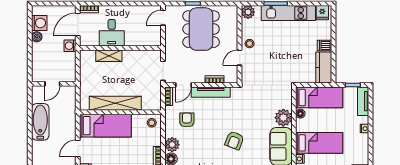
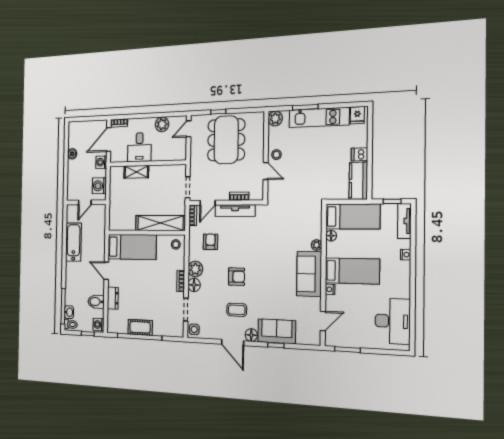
plant: (135, 12) -> (162, 124), added
washing machine: (39, 23) -> (99, 186), moved, turned 180
door: (240, 58) -> (266, 171), swing flipped
shelving: (115, 103) -> (160, 223), moved
plant: (283, 118) -> (317, 245), width x0.53, depth x0.53
armchair: (234, 140) -> (236, 277), moved, turned -111
door: (78, 148) -> (106, 271), hinge flipped

